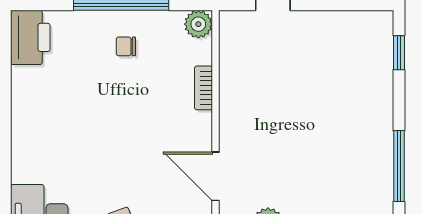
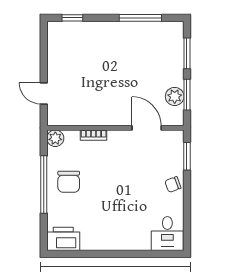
chair: (126, 46) -> (69, 182), width x1.87, depth x1.87
door: (215, 176) -> (147, 128), swing flipped

